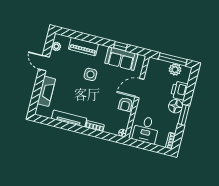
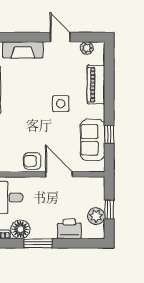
window: (173, 59) -> (109, 210), width x0.46
door: (44, 63) -> (60, 37), hinge flipped
floor lamp: (176, 106) -> (20, 229), moved

